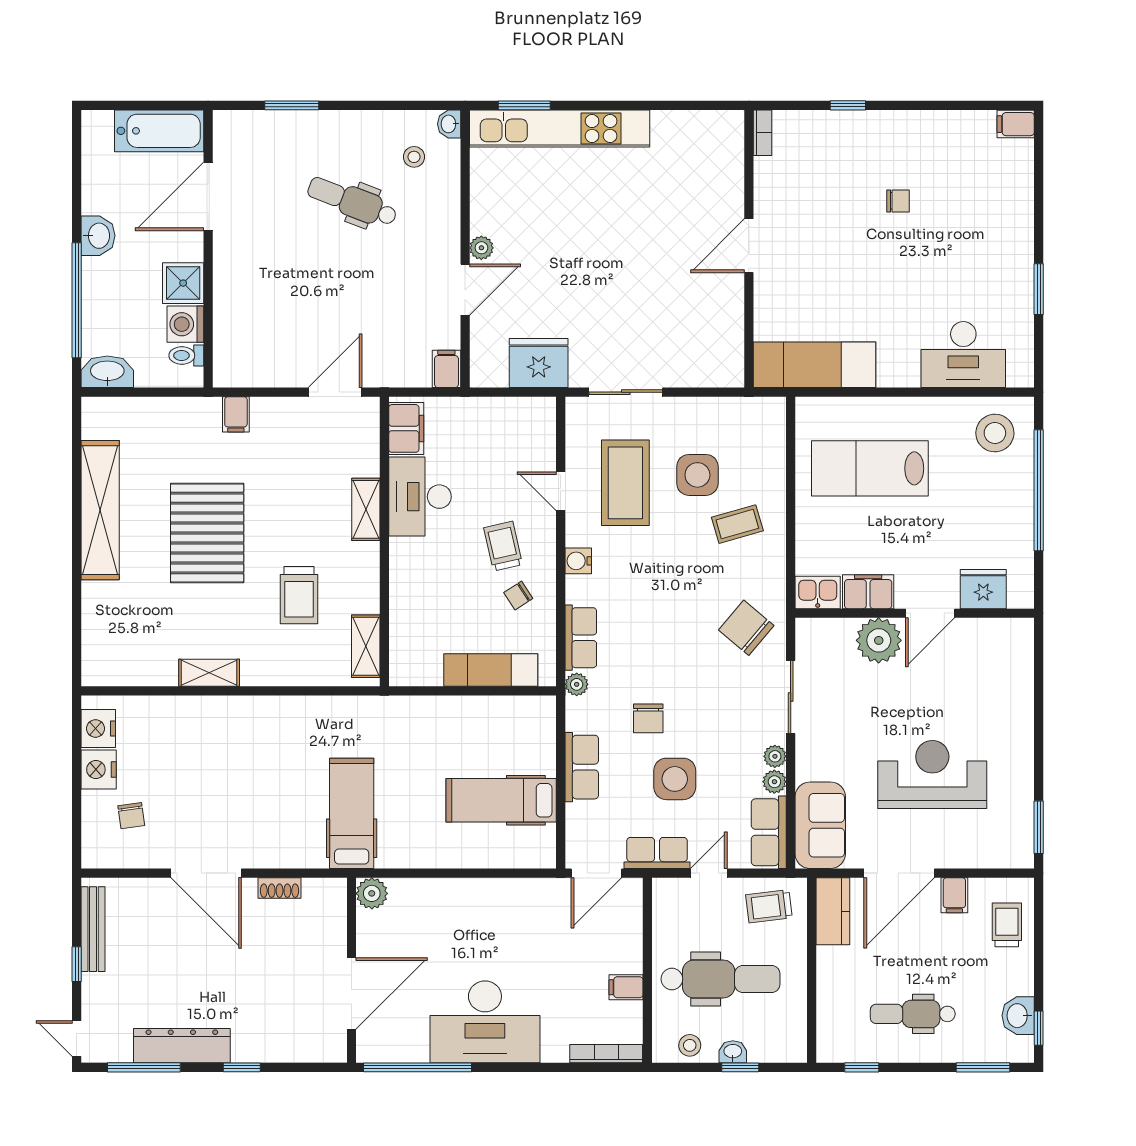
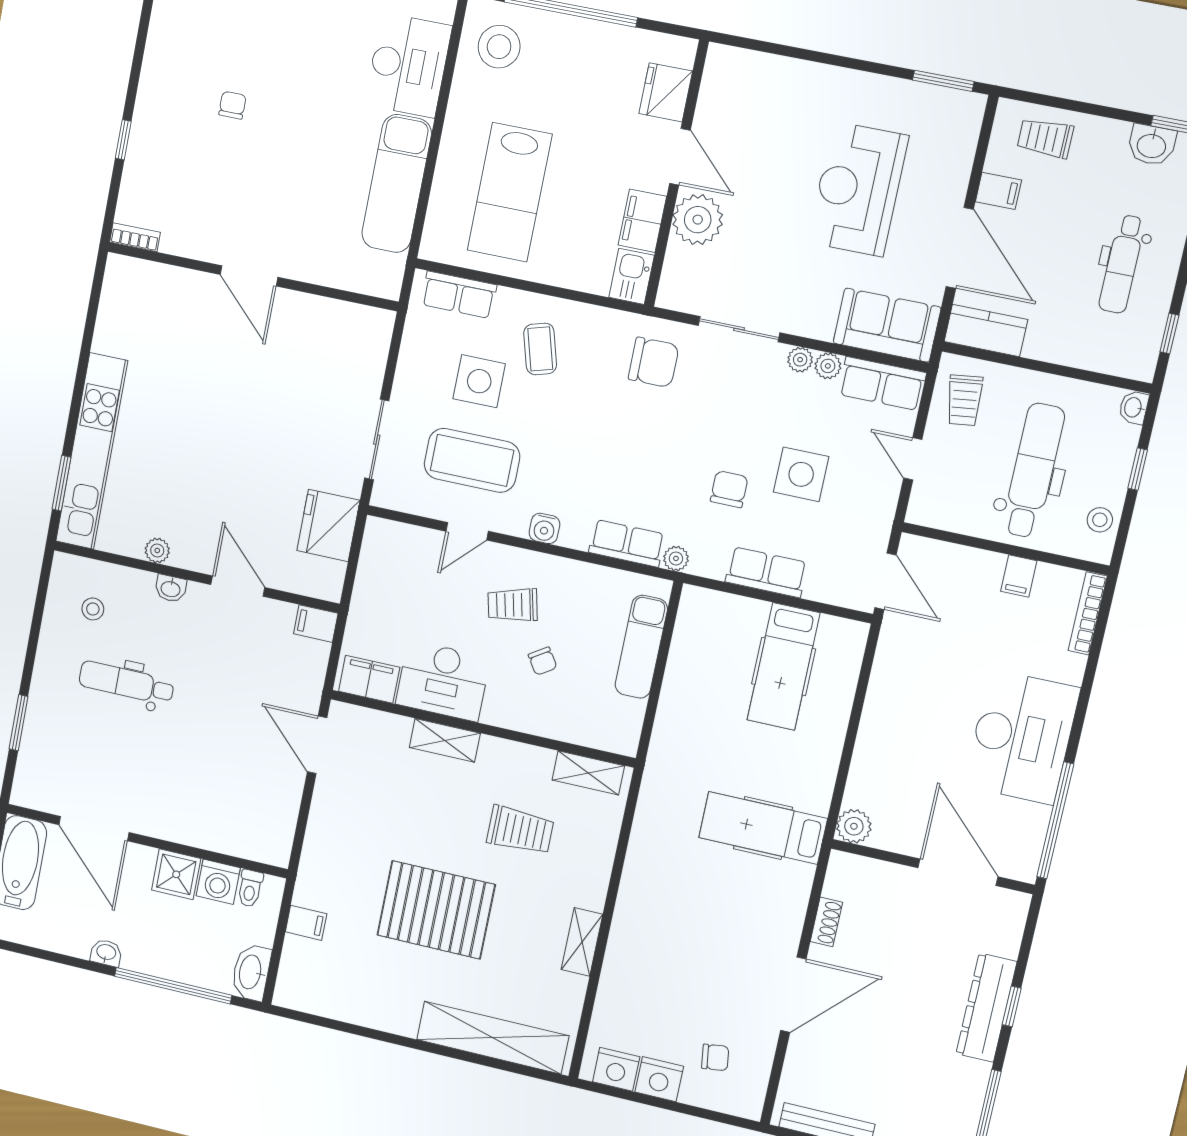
washbasin: (449, 124) -> (171, 588), moved
dental chair: (352, 202) -> (126, 683), turned 69
washbasin: (98, 236) -> (106, 953), width x0.72, depth x0.69
plant: (481, 248) -> (157, 550), moved
exam couch: (815, 365) -> (397, 184), moved
filing cabinet: (236, 414) -> (306, 923), moved
shelving: (100, 510) -> (493, 1038), moved
chair: (518, 596) -> (543, 661), moved
chair: (746, 628) -> (654, 362), turned -130
chair: (648, 718) -> (729, 489), turned -90
row of seats: (657, 853) -> (459, 295), moved, turned -90
dresser: (182, 1046) -> (986, 1008), moved
washbasin: (733, 1052) -> (1134, 407), moved

